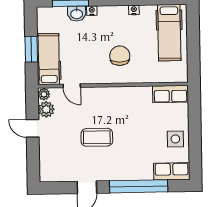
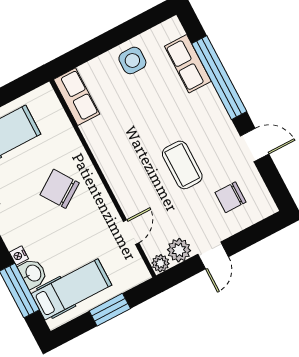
chair: (120, 56) -> (60, 189), turned 56
hospital bed: (49, 59) -> (71, 289), moved, turned 180
chair: (63, 157) -> (231, 197), added
row of seats: (172, 171) -> (188, 64), moved

